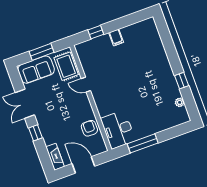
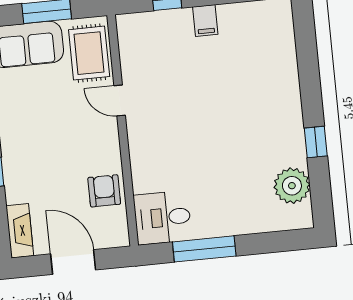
plant: (180, 102) -> (292, 186), width x1.88, depth x1.88
desk: (118, 130) -> (163, 218), width x0.73

